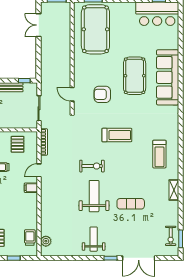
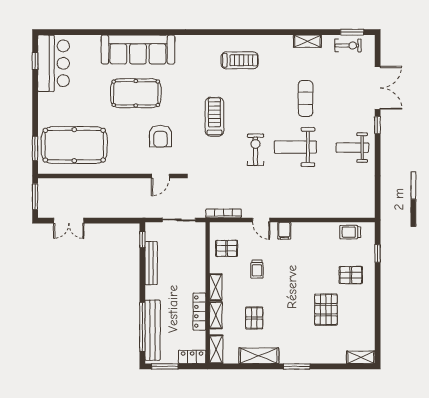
shelving: (174, 190) -> (307, 41), moved
plant: (46, 241) -> (355, 211), removed

